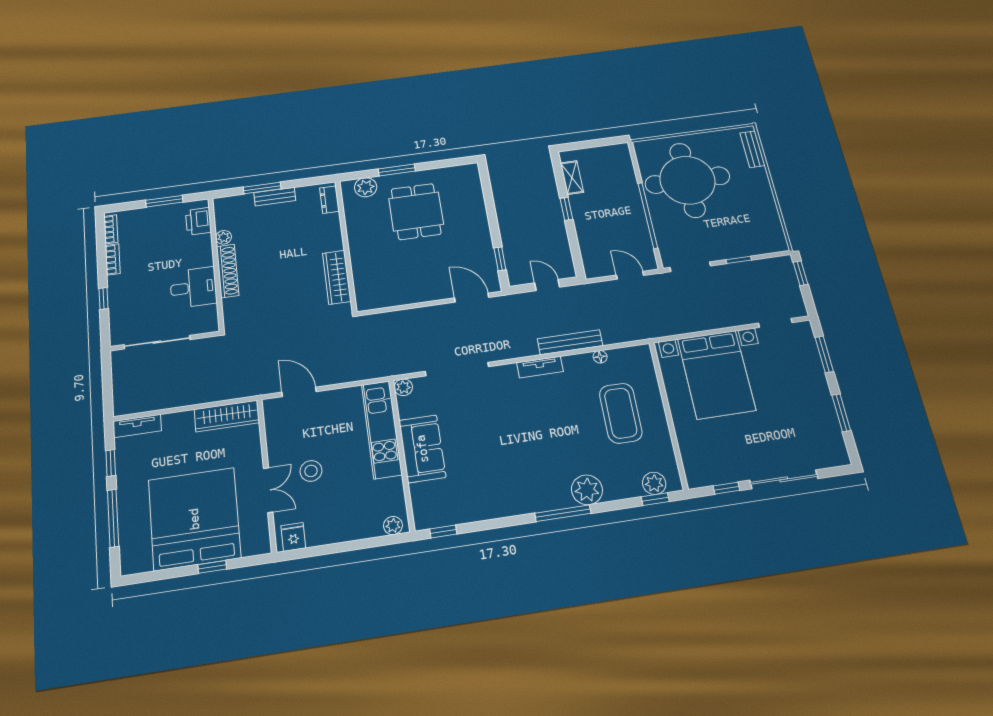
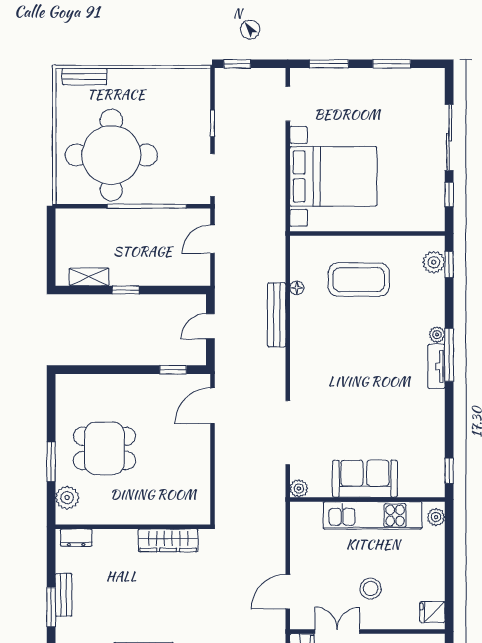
tv unit: (540, 367) -> (436, 366), moved, turned 180
kitchen unit: (382, 429) -> (372, 515), moved
double door: (268, 490) -> (337, 631), moved
plant: (587, 490) -> (437, 335), width x0.53, depth x0.53

